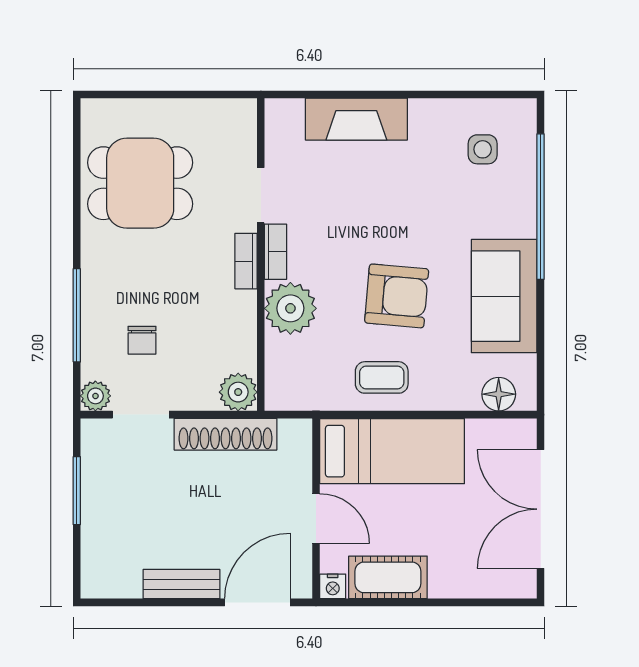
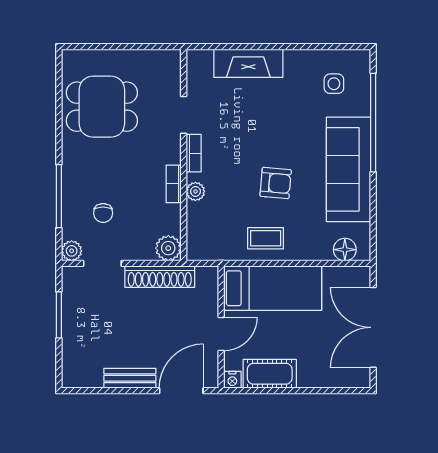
bookcase: (246, 261) -> (174, 184), moved
armchair: (397, 296) -> (276, 183), width x0.72, depth x0.72
sofa: (504, 296) -> (348, 169), width x1.36
plant: (290, 308) -> (195, 191), width x0.53, depth x0.53
door: (316, 519) -> (221, 334), hinge flipped

